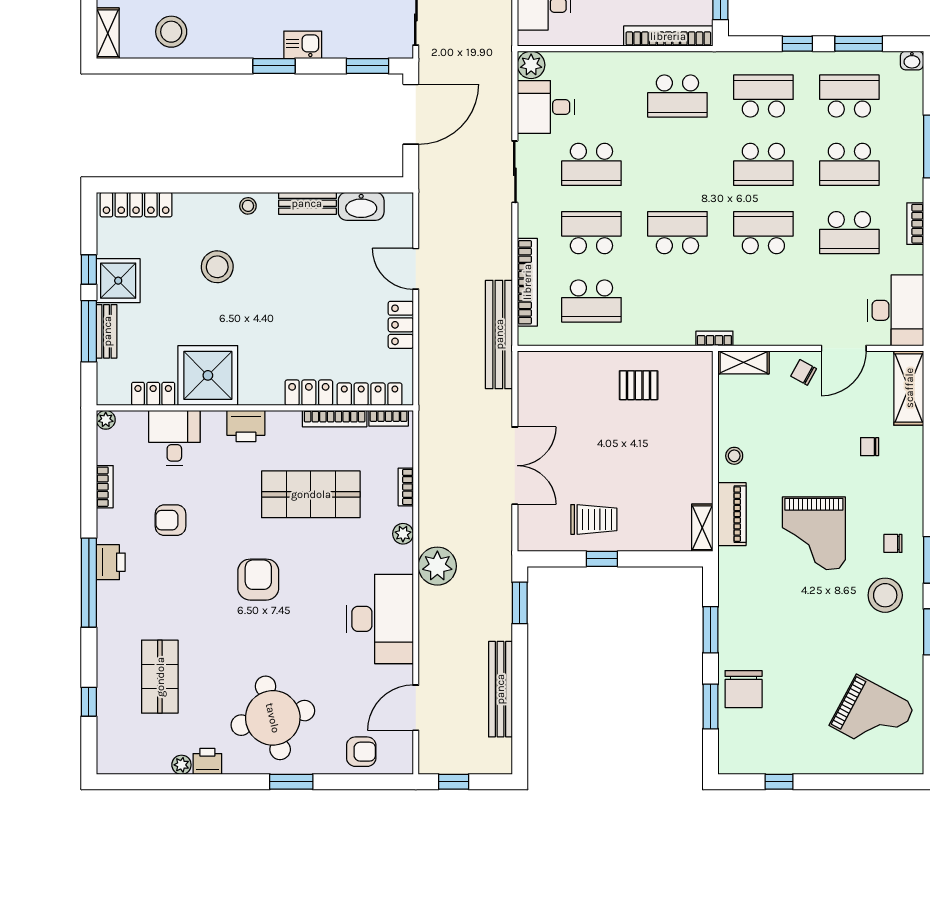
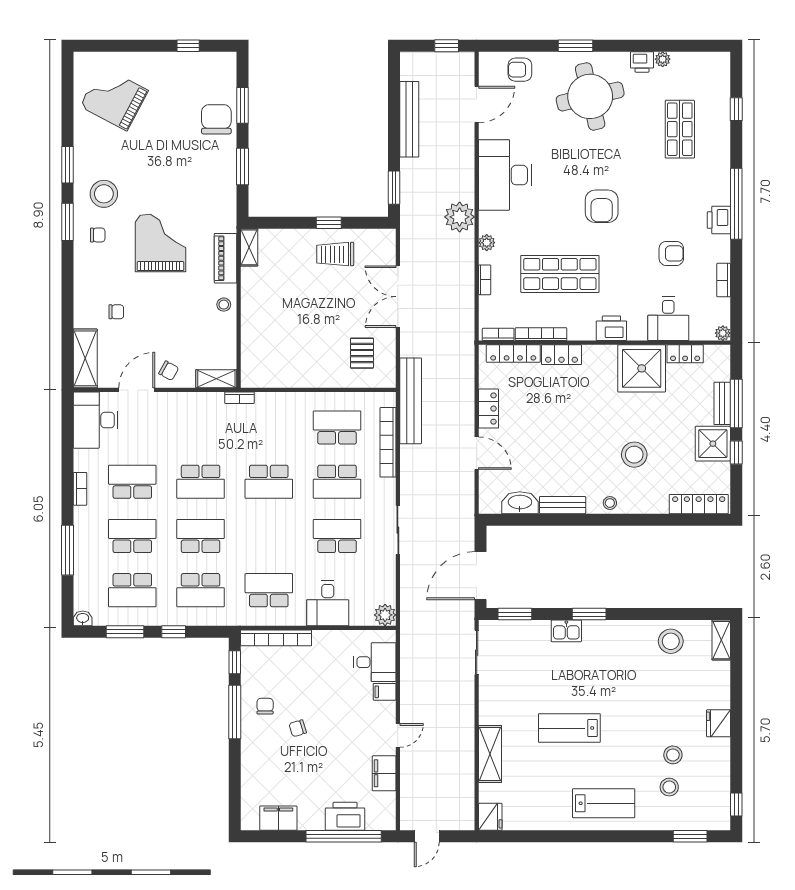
desk: (546, 107) -> (328, 603), moved, turned 90
pallet: (639, 385) -> (362, 353), moved, turned 90

